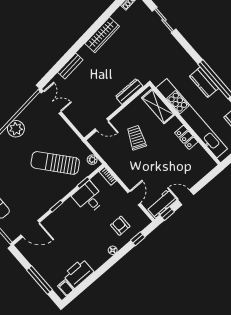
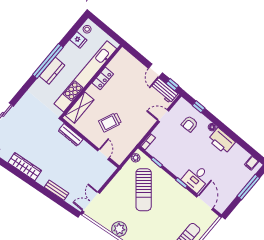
desk: (88, 198) -> (196, 178), moved
printer: (78, 273) -> (222, 141), moved

